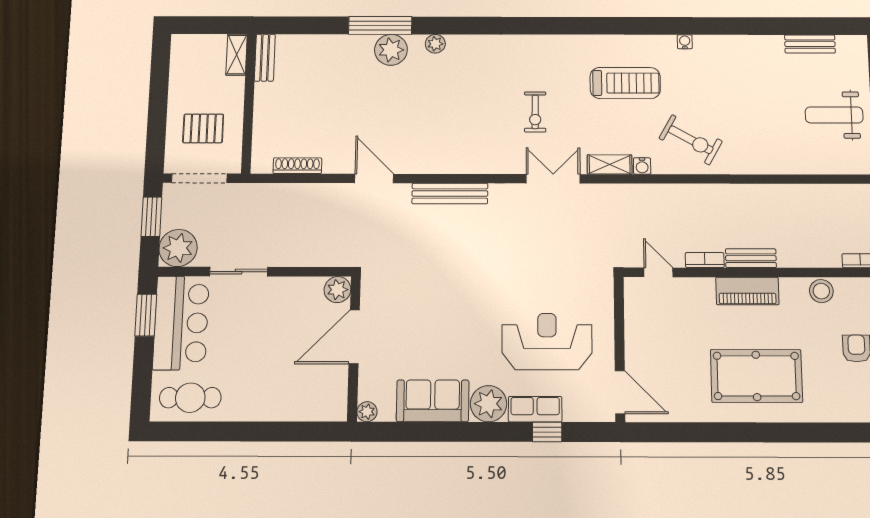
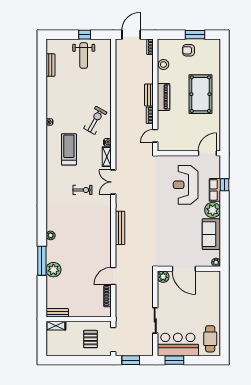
plant: (391, 50) -> (53, 270), moved
door: (374, 178) -> (113, 276), moved
plant: (178, 248) -> (145, 347), removed

